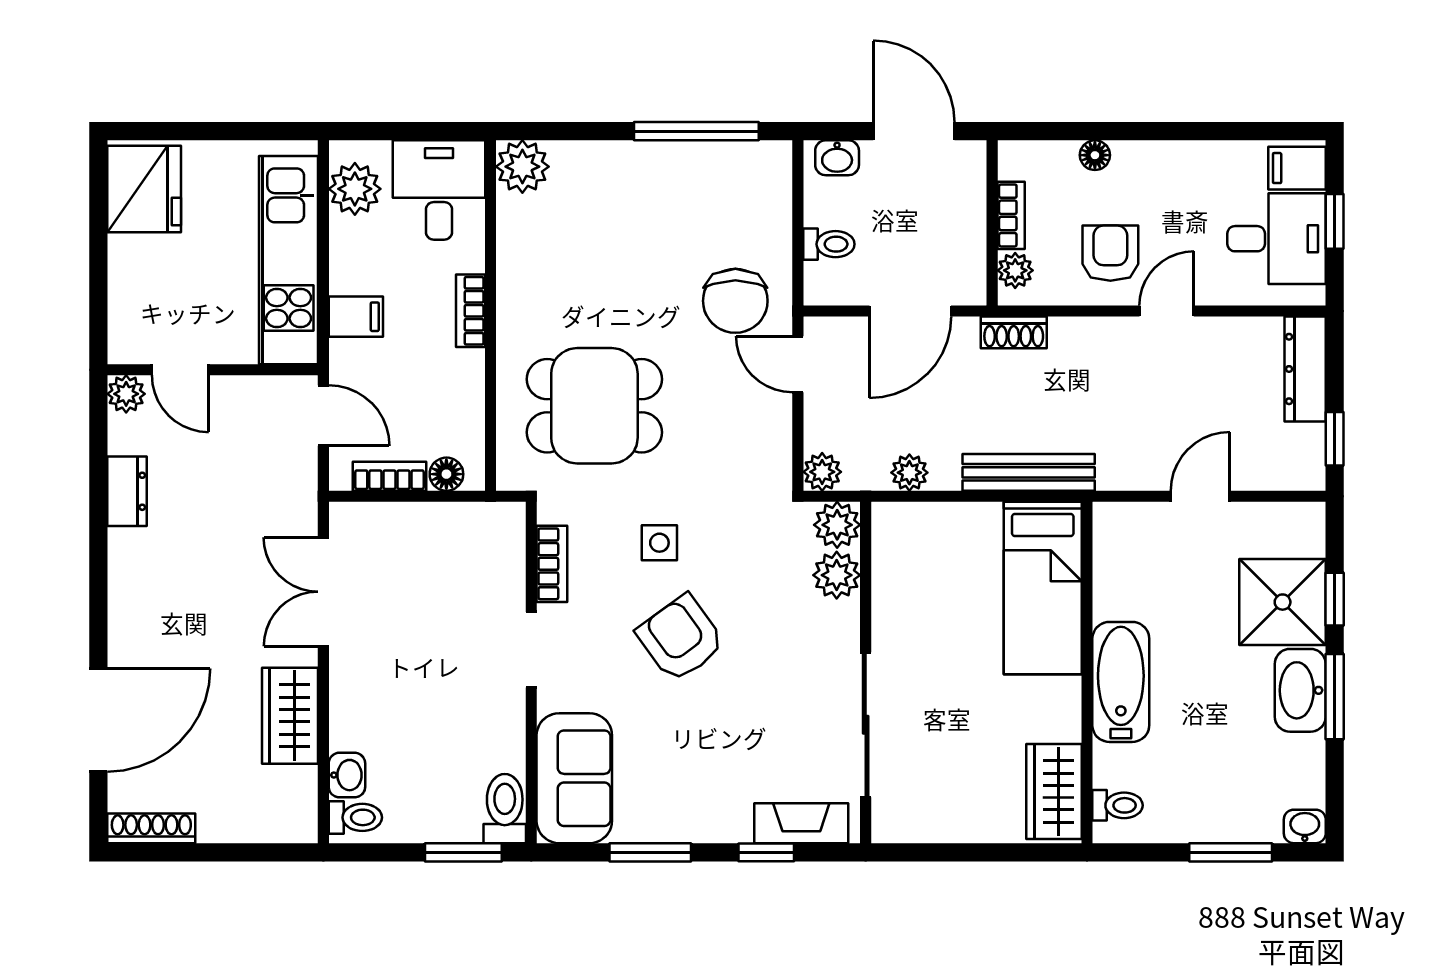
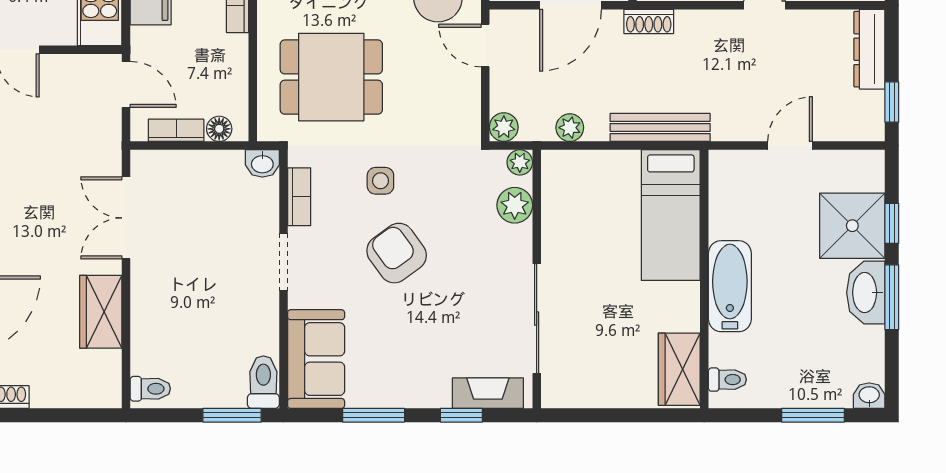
plant: (837, 525) -> (520, 162), width x0.73, depth x0.73
washbasin: (347, 775) -> (262, 163), moved, turned 90

